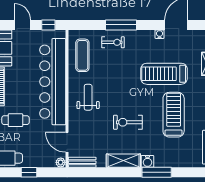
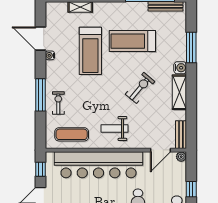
exercise bike: (128, 122) -> (140, 88), turned -140
window: (157, 172) -> (191, 48), moved

